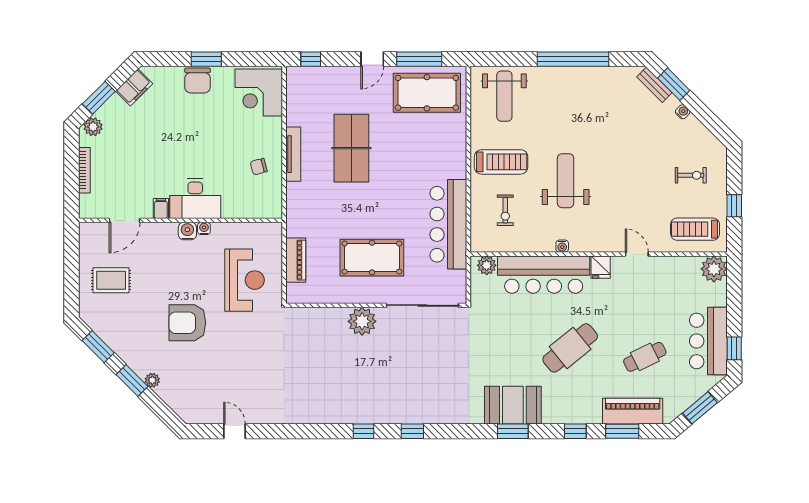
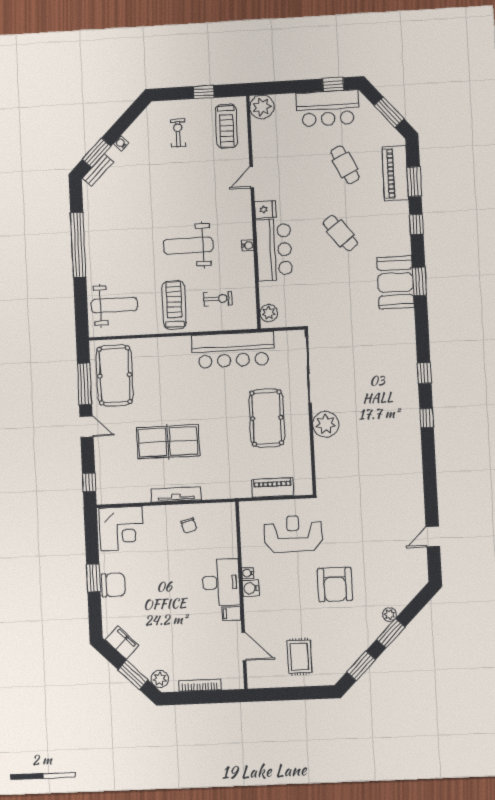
bar counter: (544, 275) -> (274, 250), width x0.73
cafe table: (570, 348) -> (340, 233), width x0.73, depth x0.74

